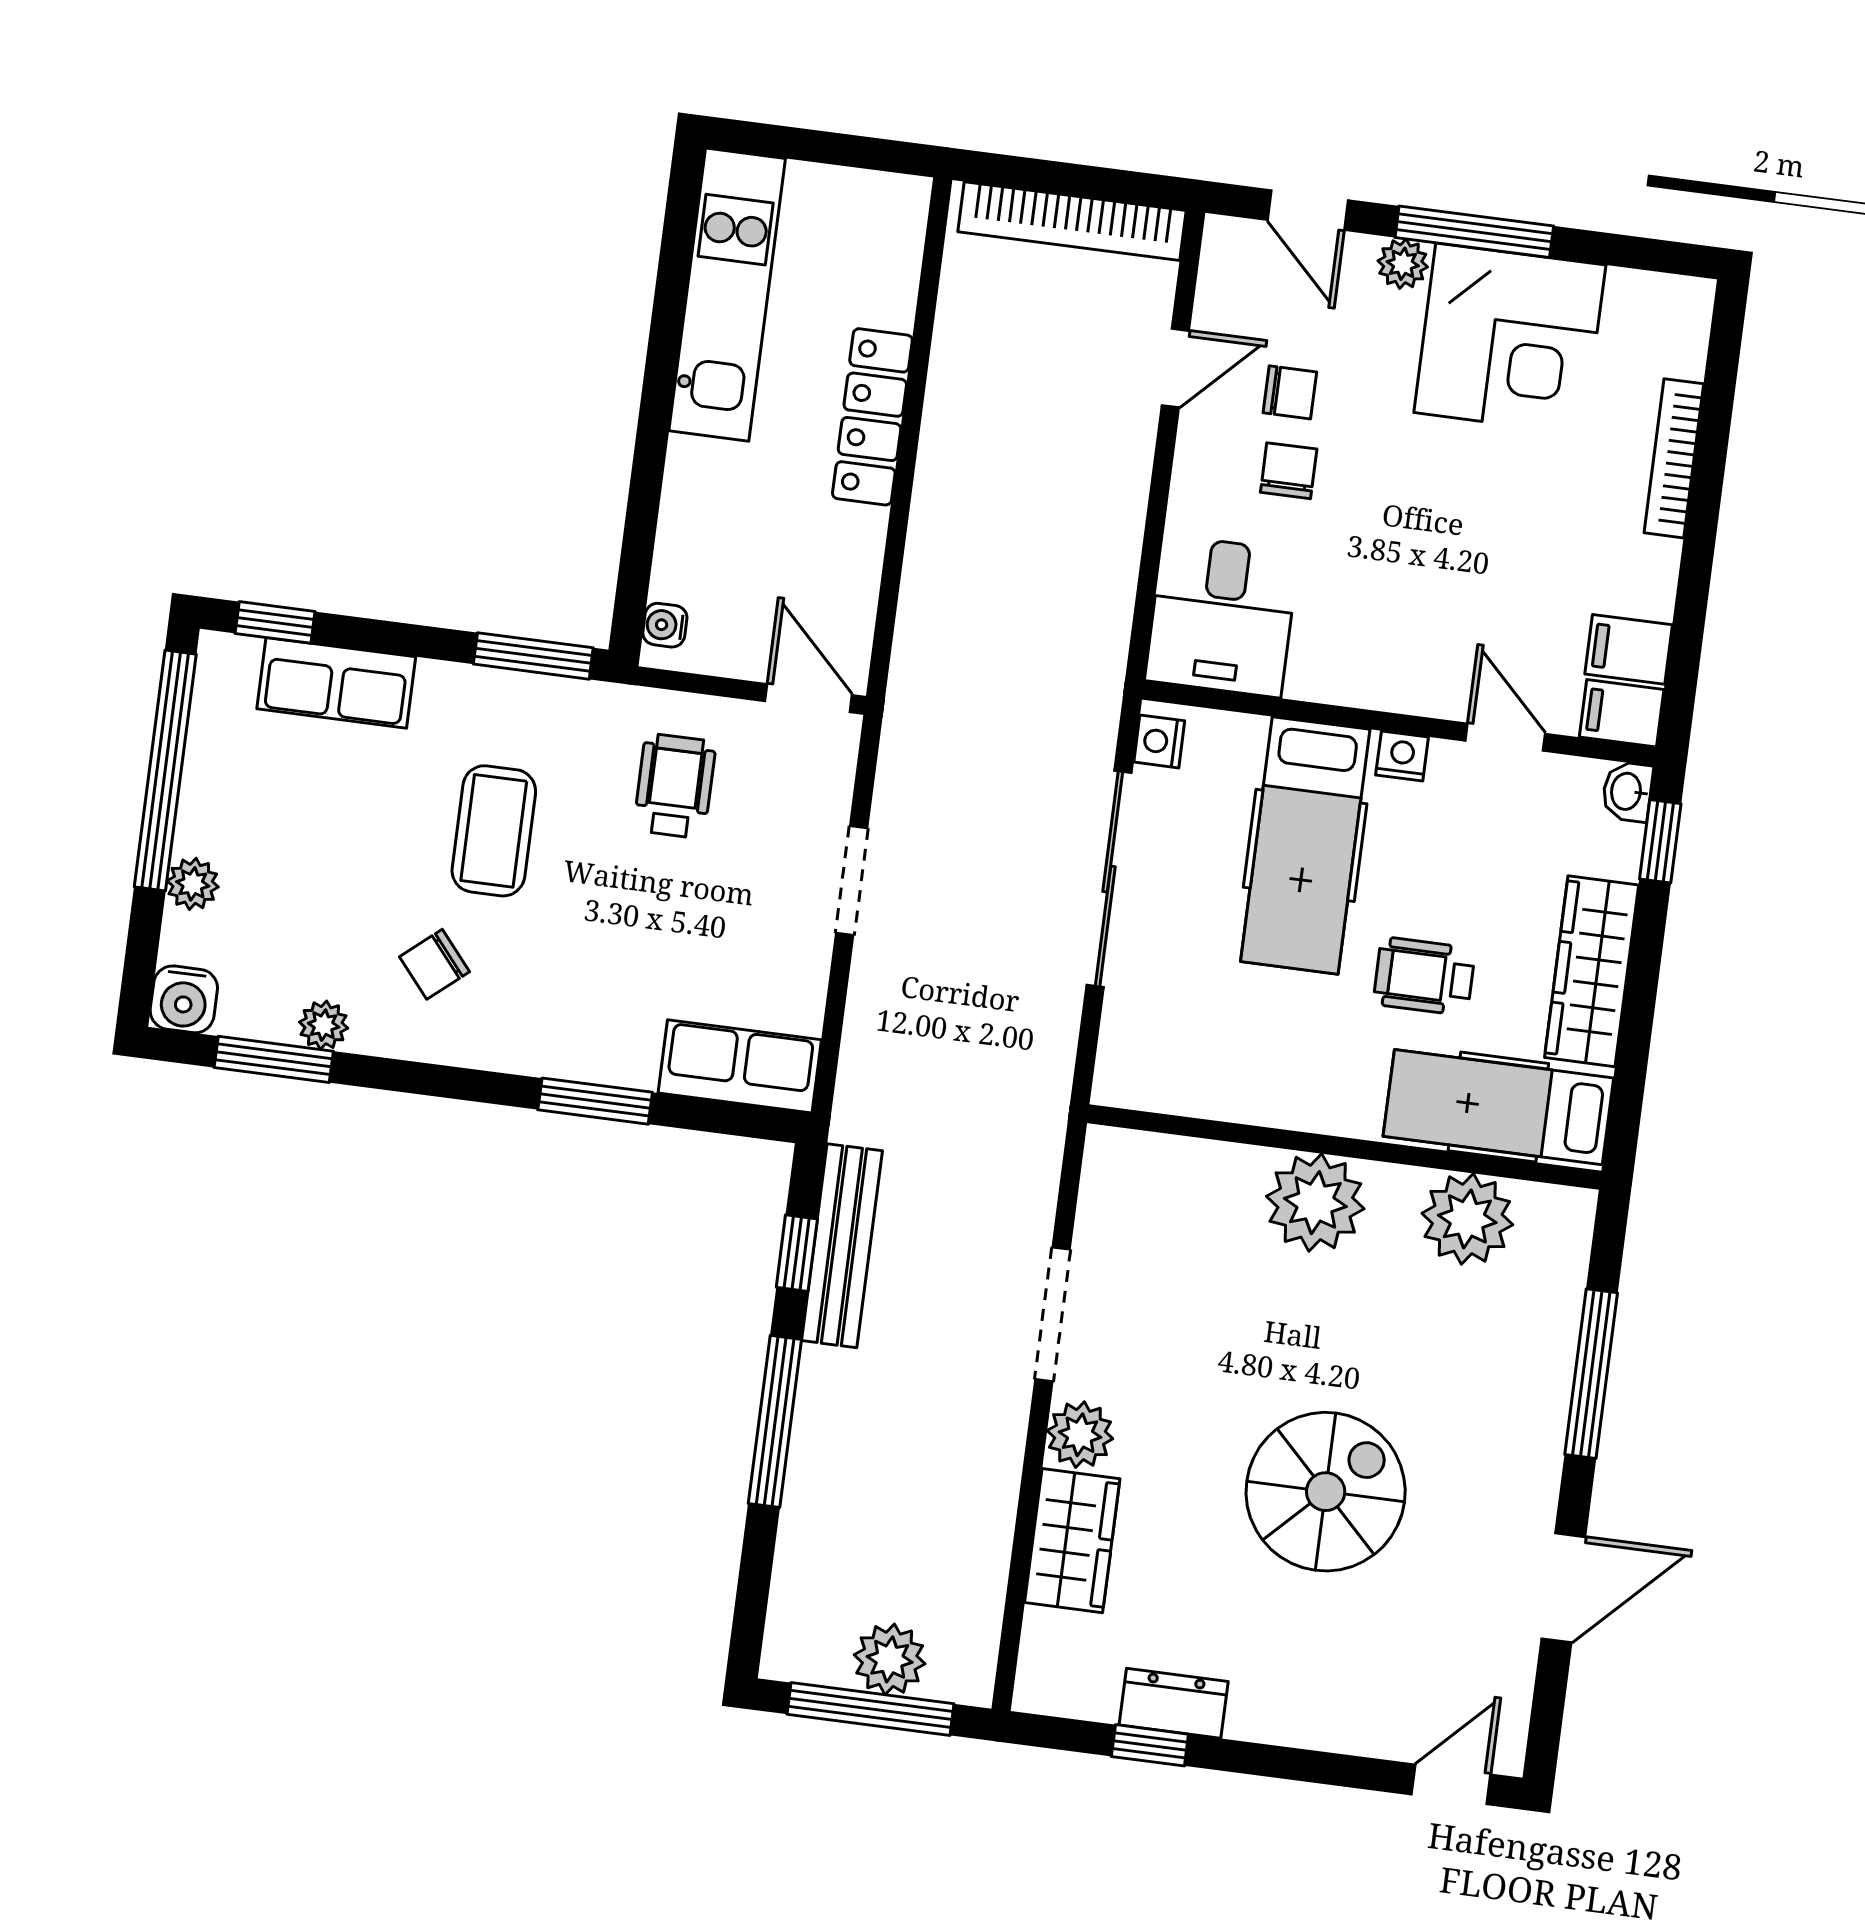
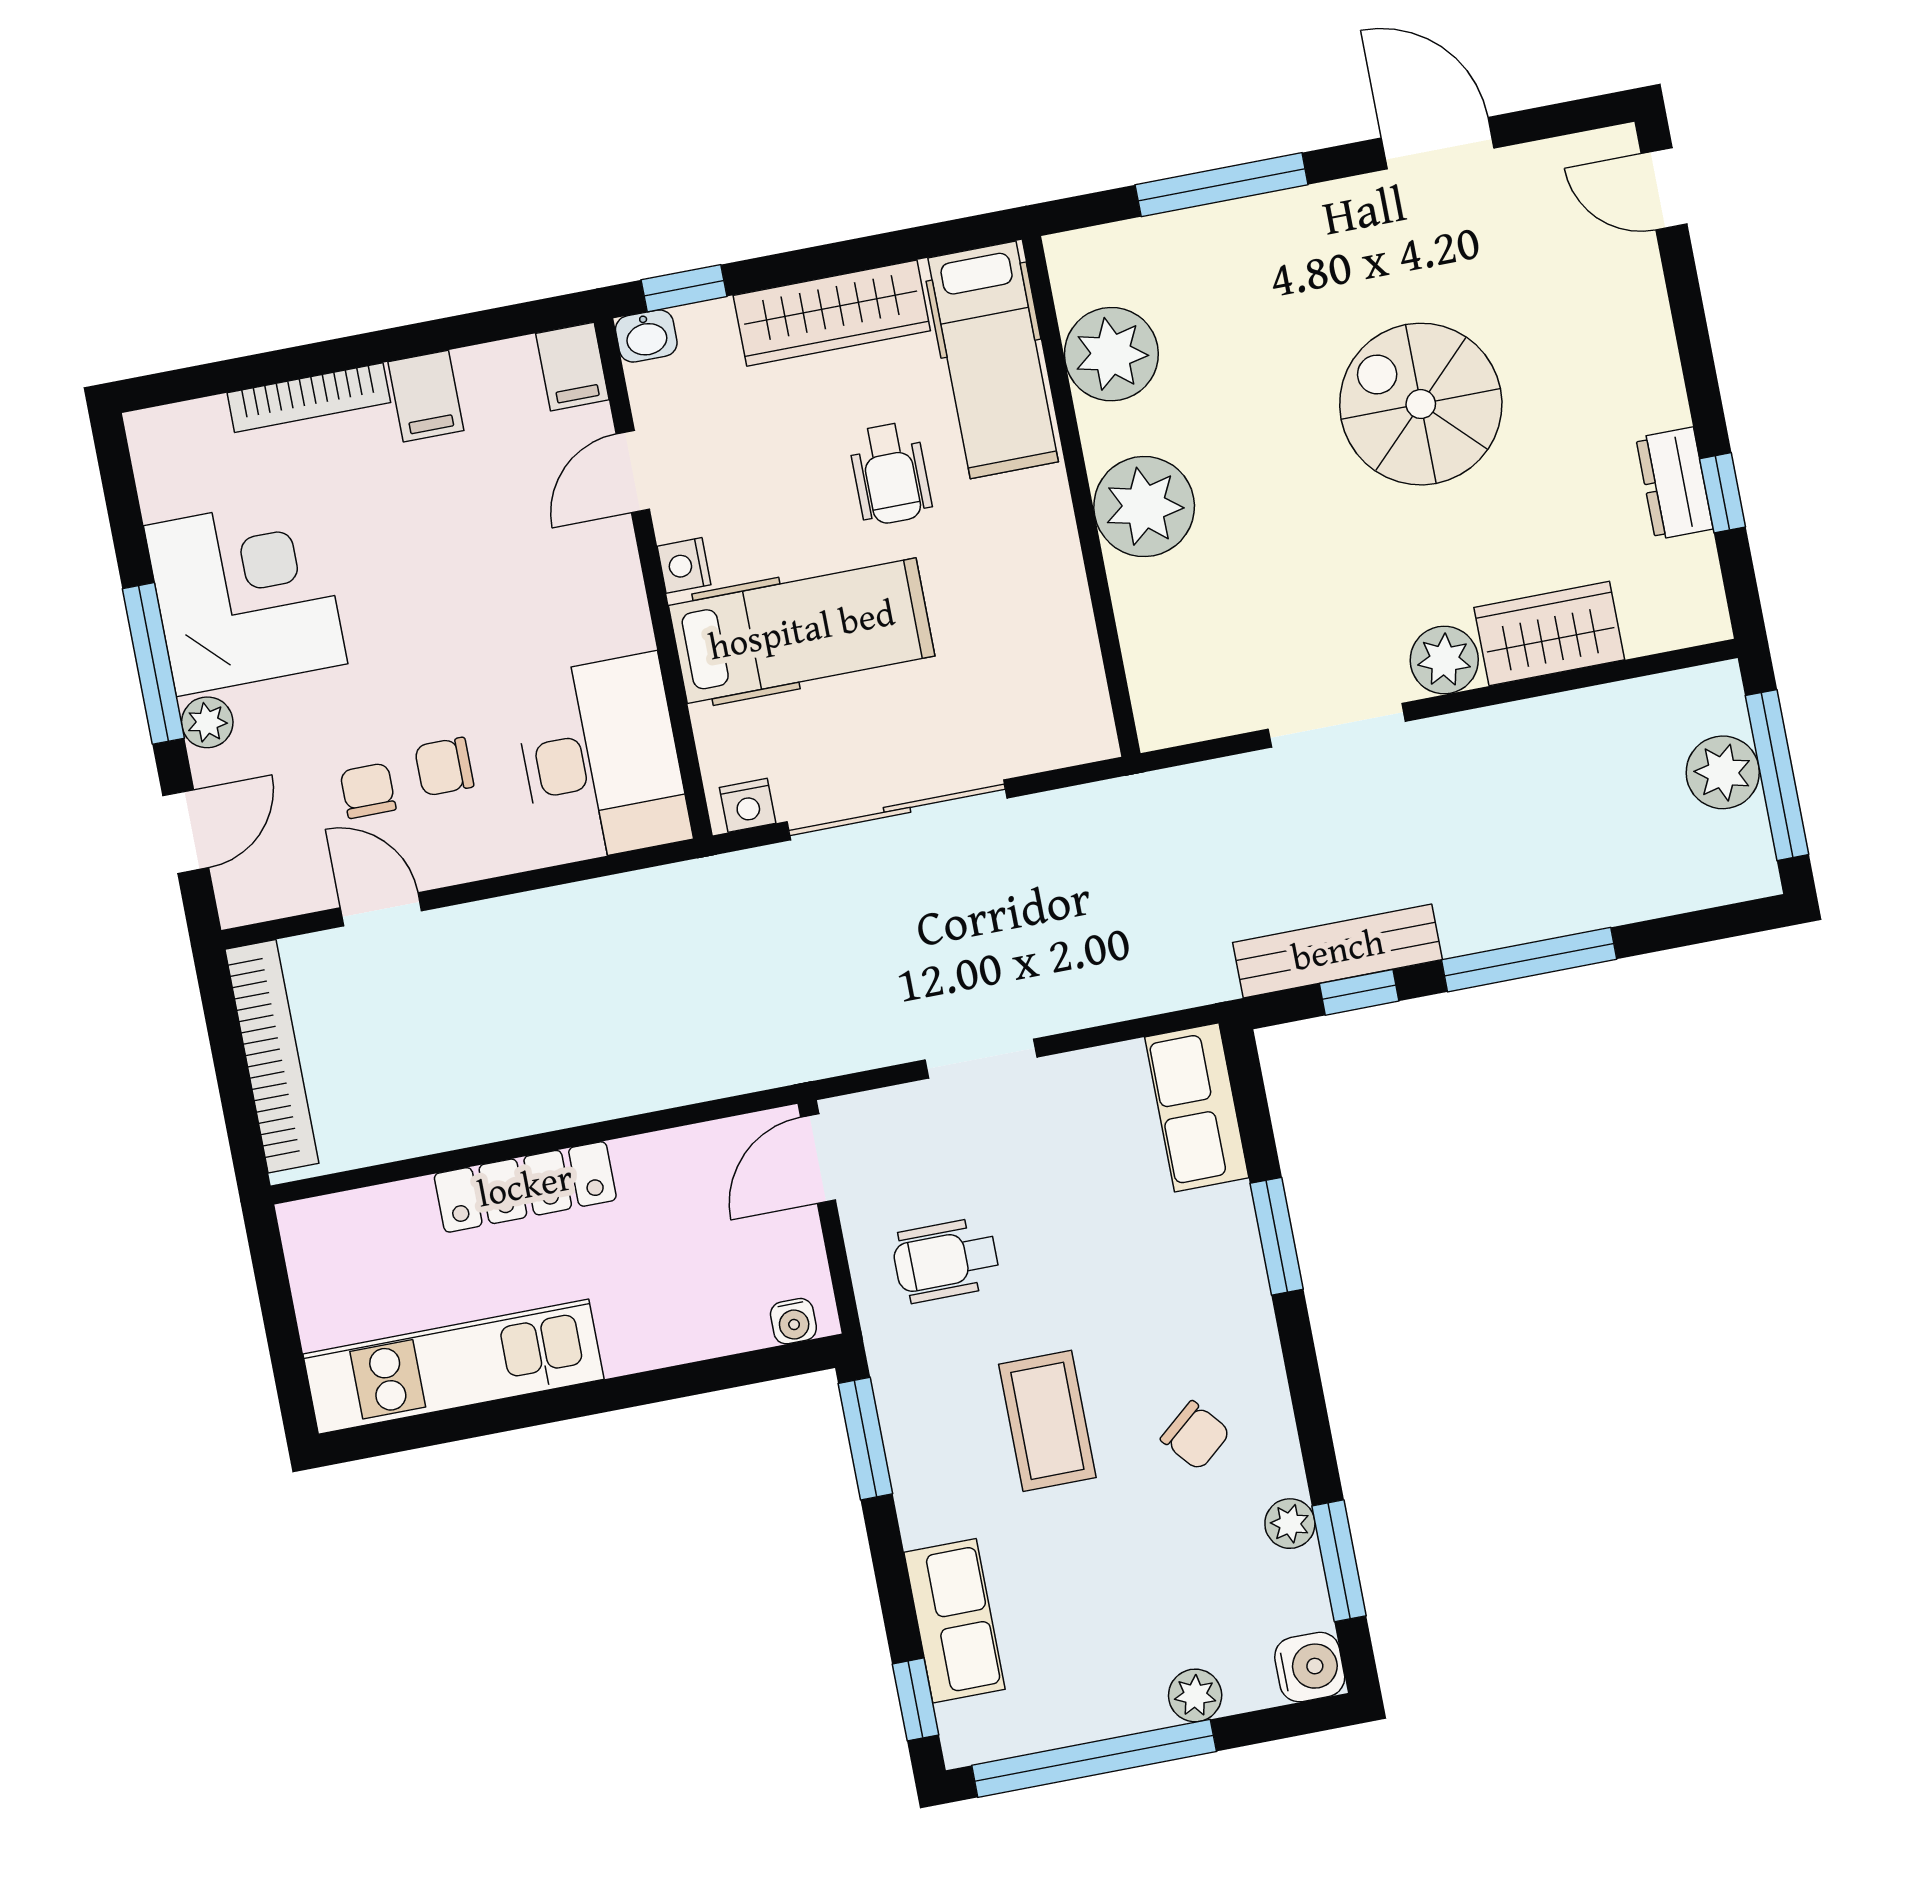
desk: (1222, 616) -> (601, 759), width x1.37
filing cabinet: (1629, 649) -> (426, 396), moved
coffee table: (494, 831) -> (1047, 1421), turned 90

